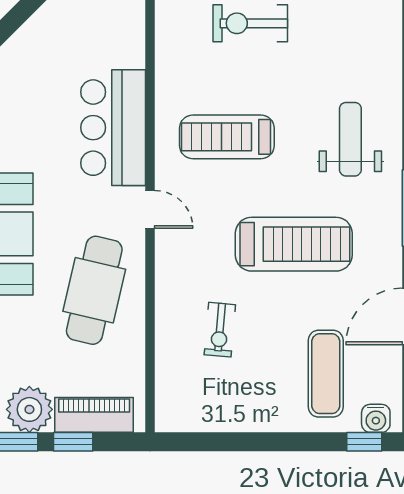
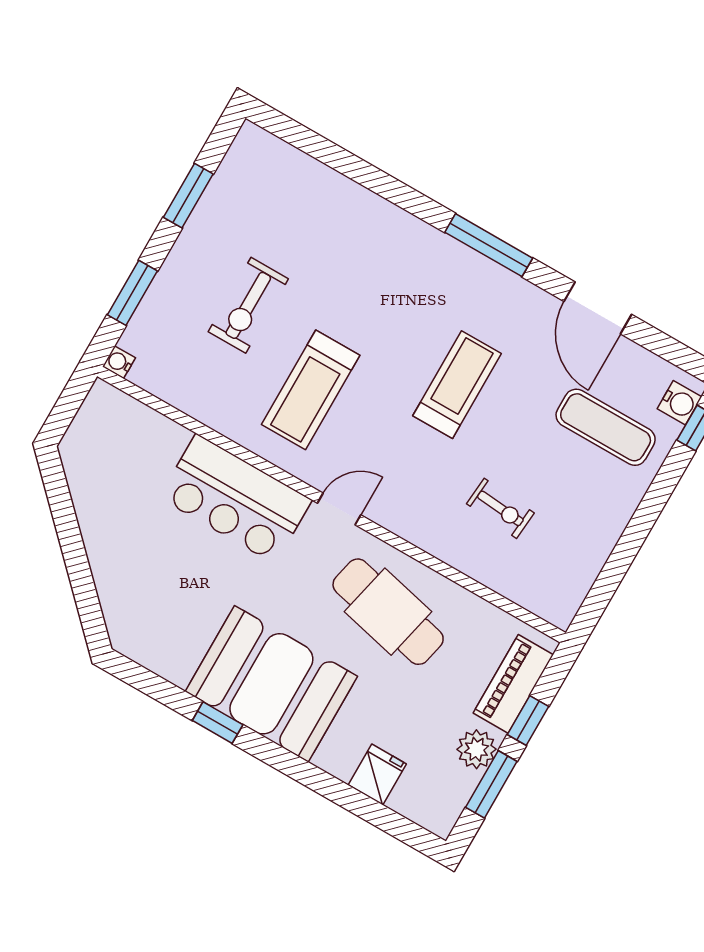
exercise bike: (250, 23) -> (248, 305), moved
weight bench: (350, 139) -> (384, 267), removed
treadmill: (294, 244) -> (457, 385), width x0.73, depth x0.73
plant: (29, 409) -> (477, 749), width x0.73, depth x0.73

